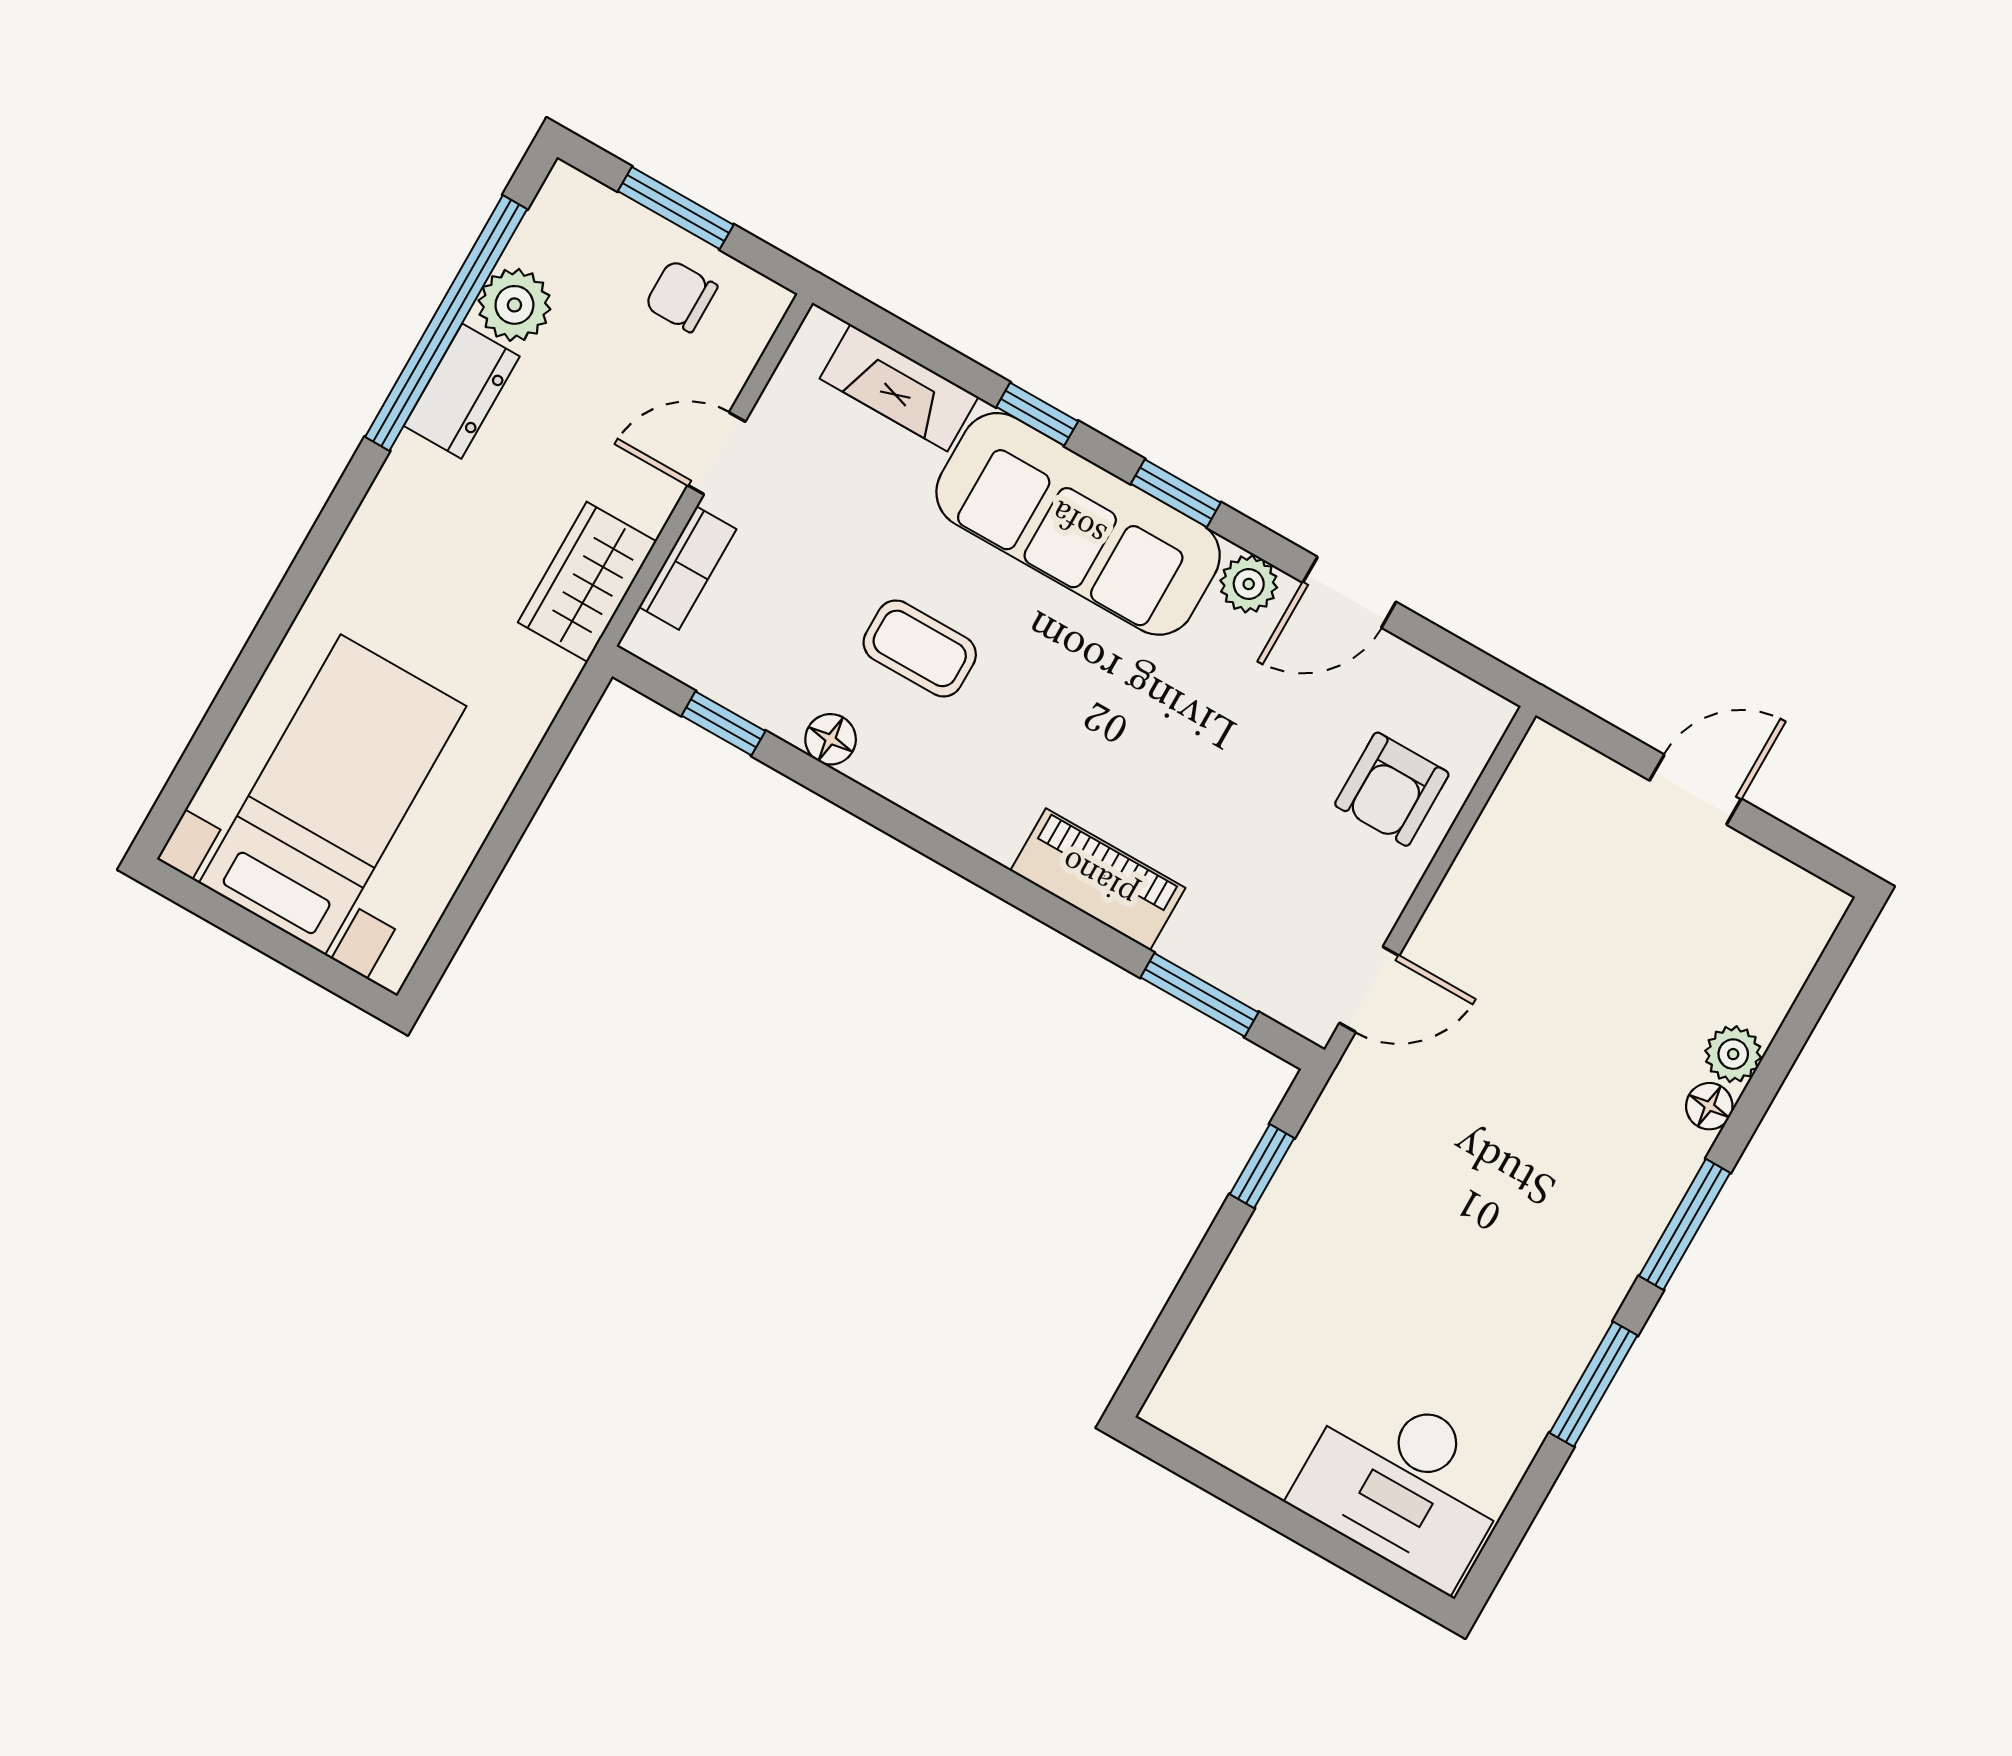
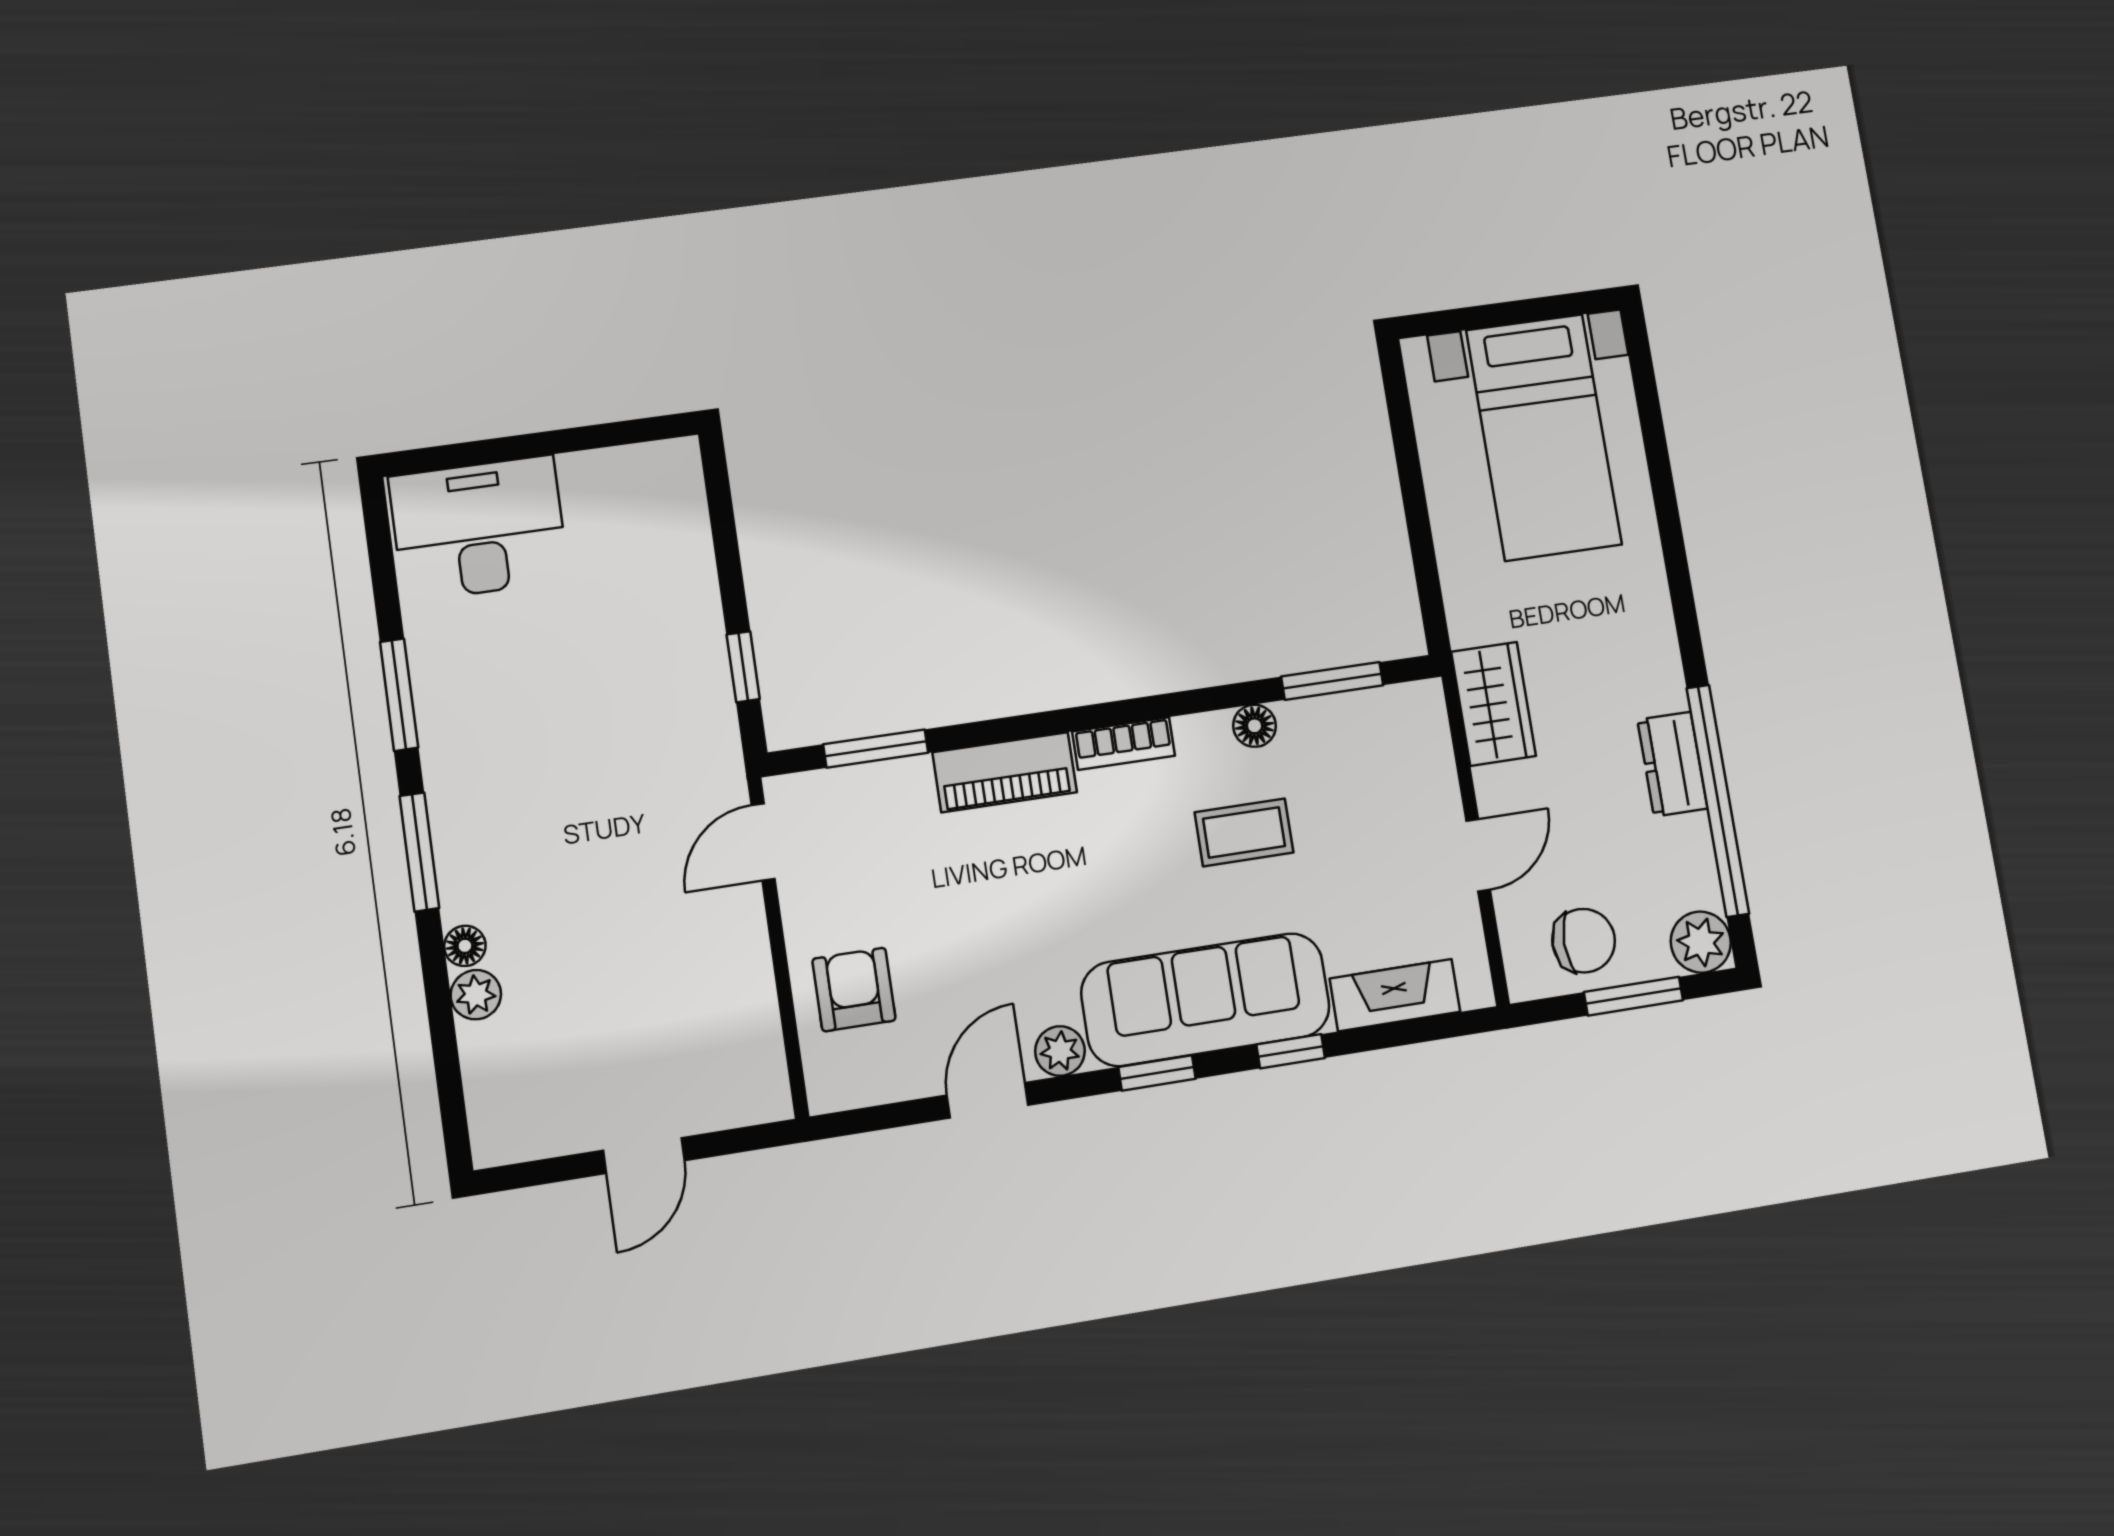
chair: (681, 296) -> (1584, 941), width x1.37, depth x1.37
plant: (514, 305) -> (1701, 942), moved
bookcase: (688, 568) -> (1124, 744), moved, turned -90
window: (723, 723) -> (1332, 681), width x1.50

